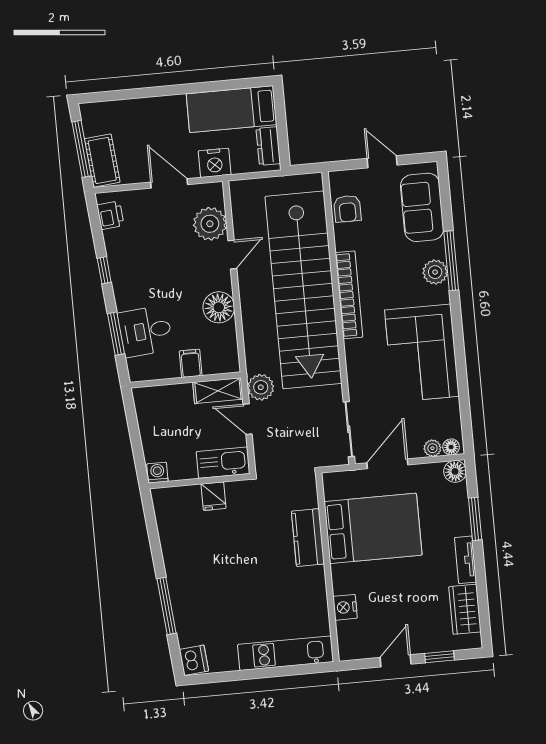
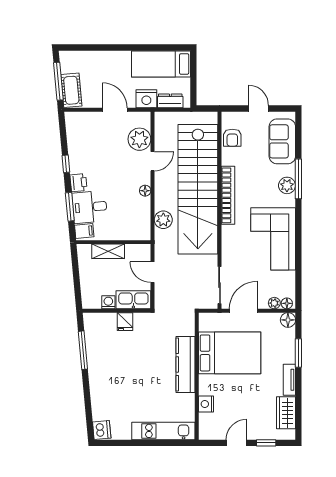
dresser: (268, 146) -> (170, 101), moved, turned 90
printer: (110, 215) -> (79, 183), moved
floor lamp: (219, 307) -> (145, 191), width x0.53, depth x0.53
filing cabinet: (191, 363) -> (84, 231), moved, turned 85
plant: (261, 387) -> (163, 220), moved
shelving: (218, 391) -> (108, 251), moved
washing machine: (157, 473) -> (108, 302), moved
kitchen counter: (308, 538) -> (185, 364), width x1.50
window: (167, 606) -> (83, 350), moved

